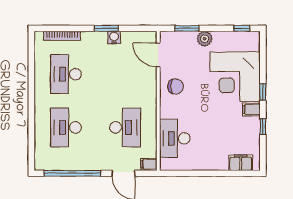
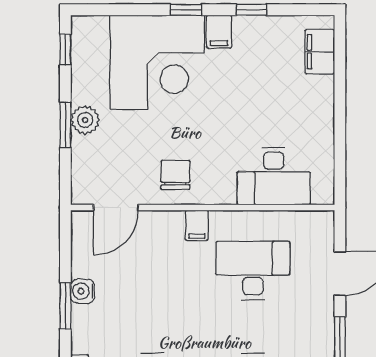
window: (187, 28) -> (65, 125), moved
filing cabinet: (149, 164) -> (197, 225), moved

